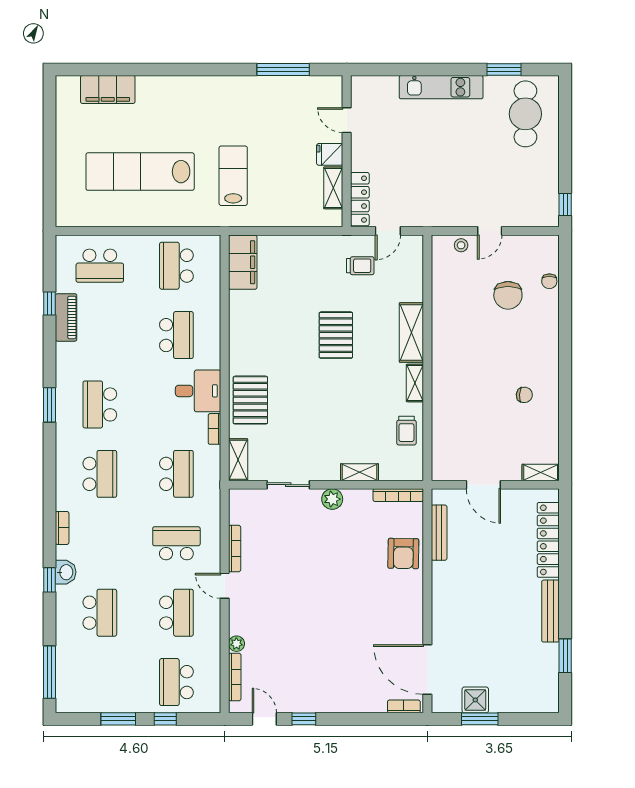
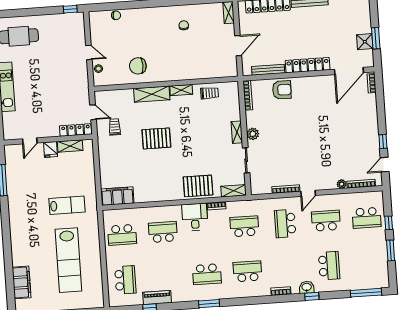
lab bench: (233, 176) -> (67, 205), turned 180
chair: (508, 295) -> (138, 66), moved, turned 180
shelving: (360, 472) -> (237, 132), moved
locker: (442, 600) -> (308, 65), added
school desk: (100, 613) -> (329, 266), turned 90

